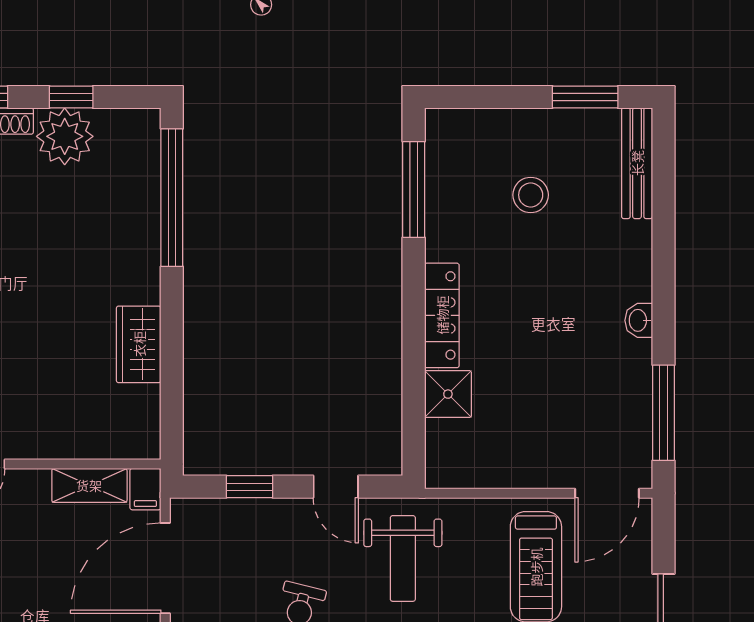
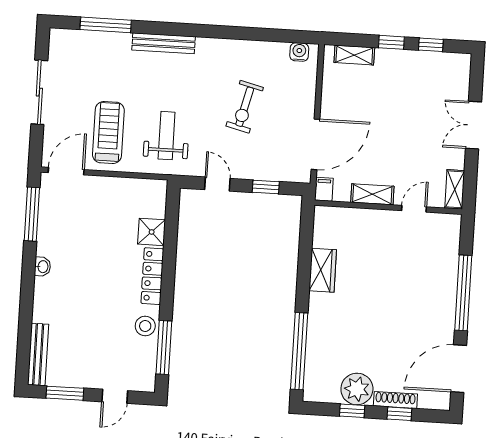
door: (496, 97) -> (115, 396), added
stool: (531, 195) -> (145, 326), moved
shelving: (89, 485) -> (372, 194), moved
weight bench: (403, 558) -> (167, 136), moved

